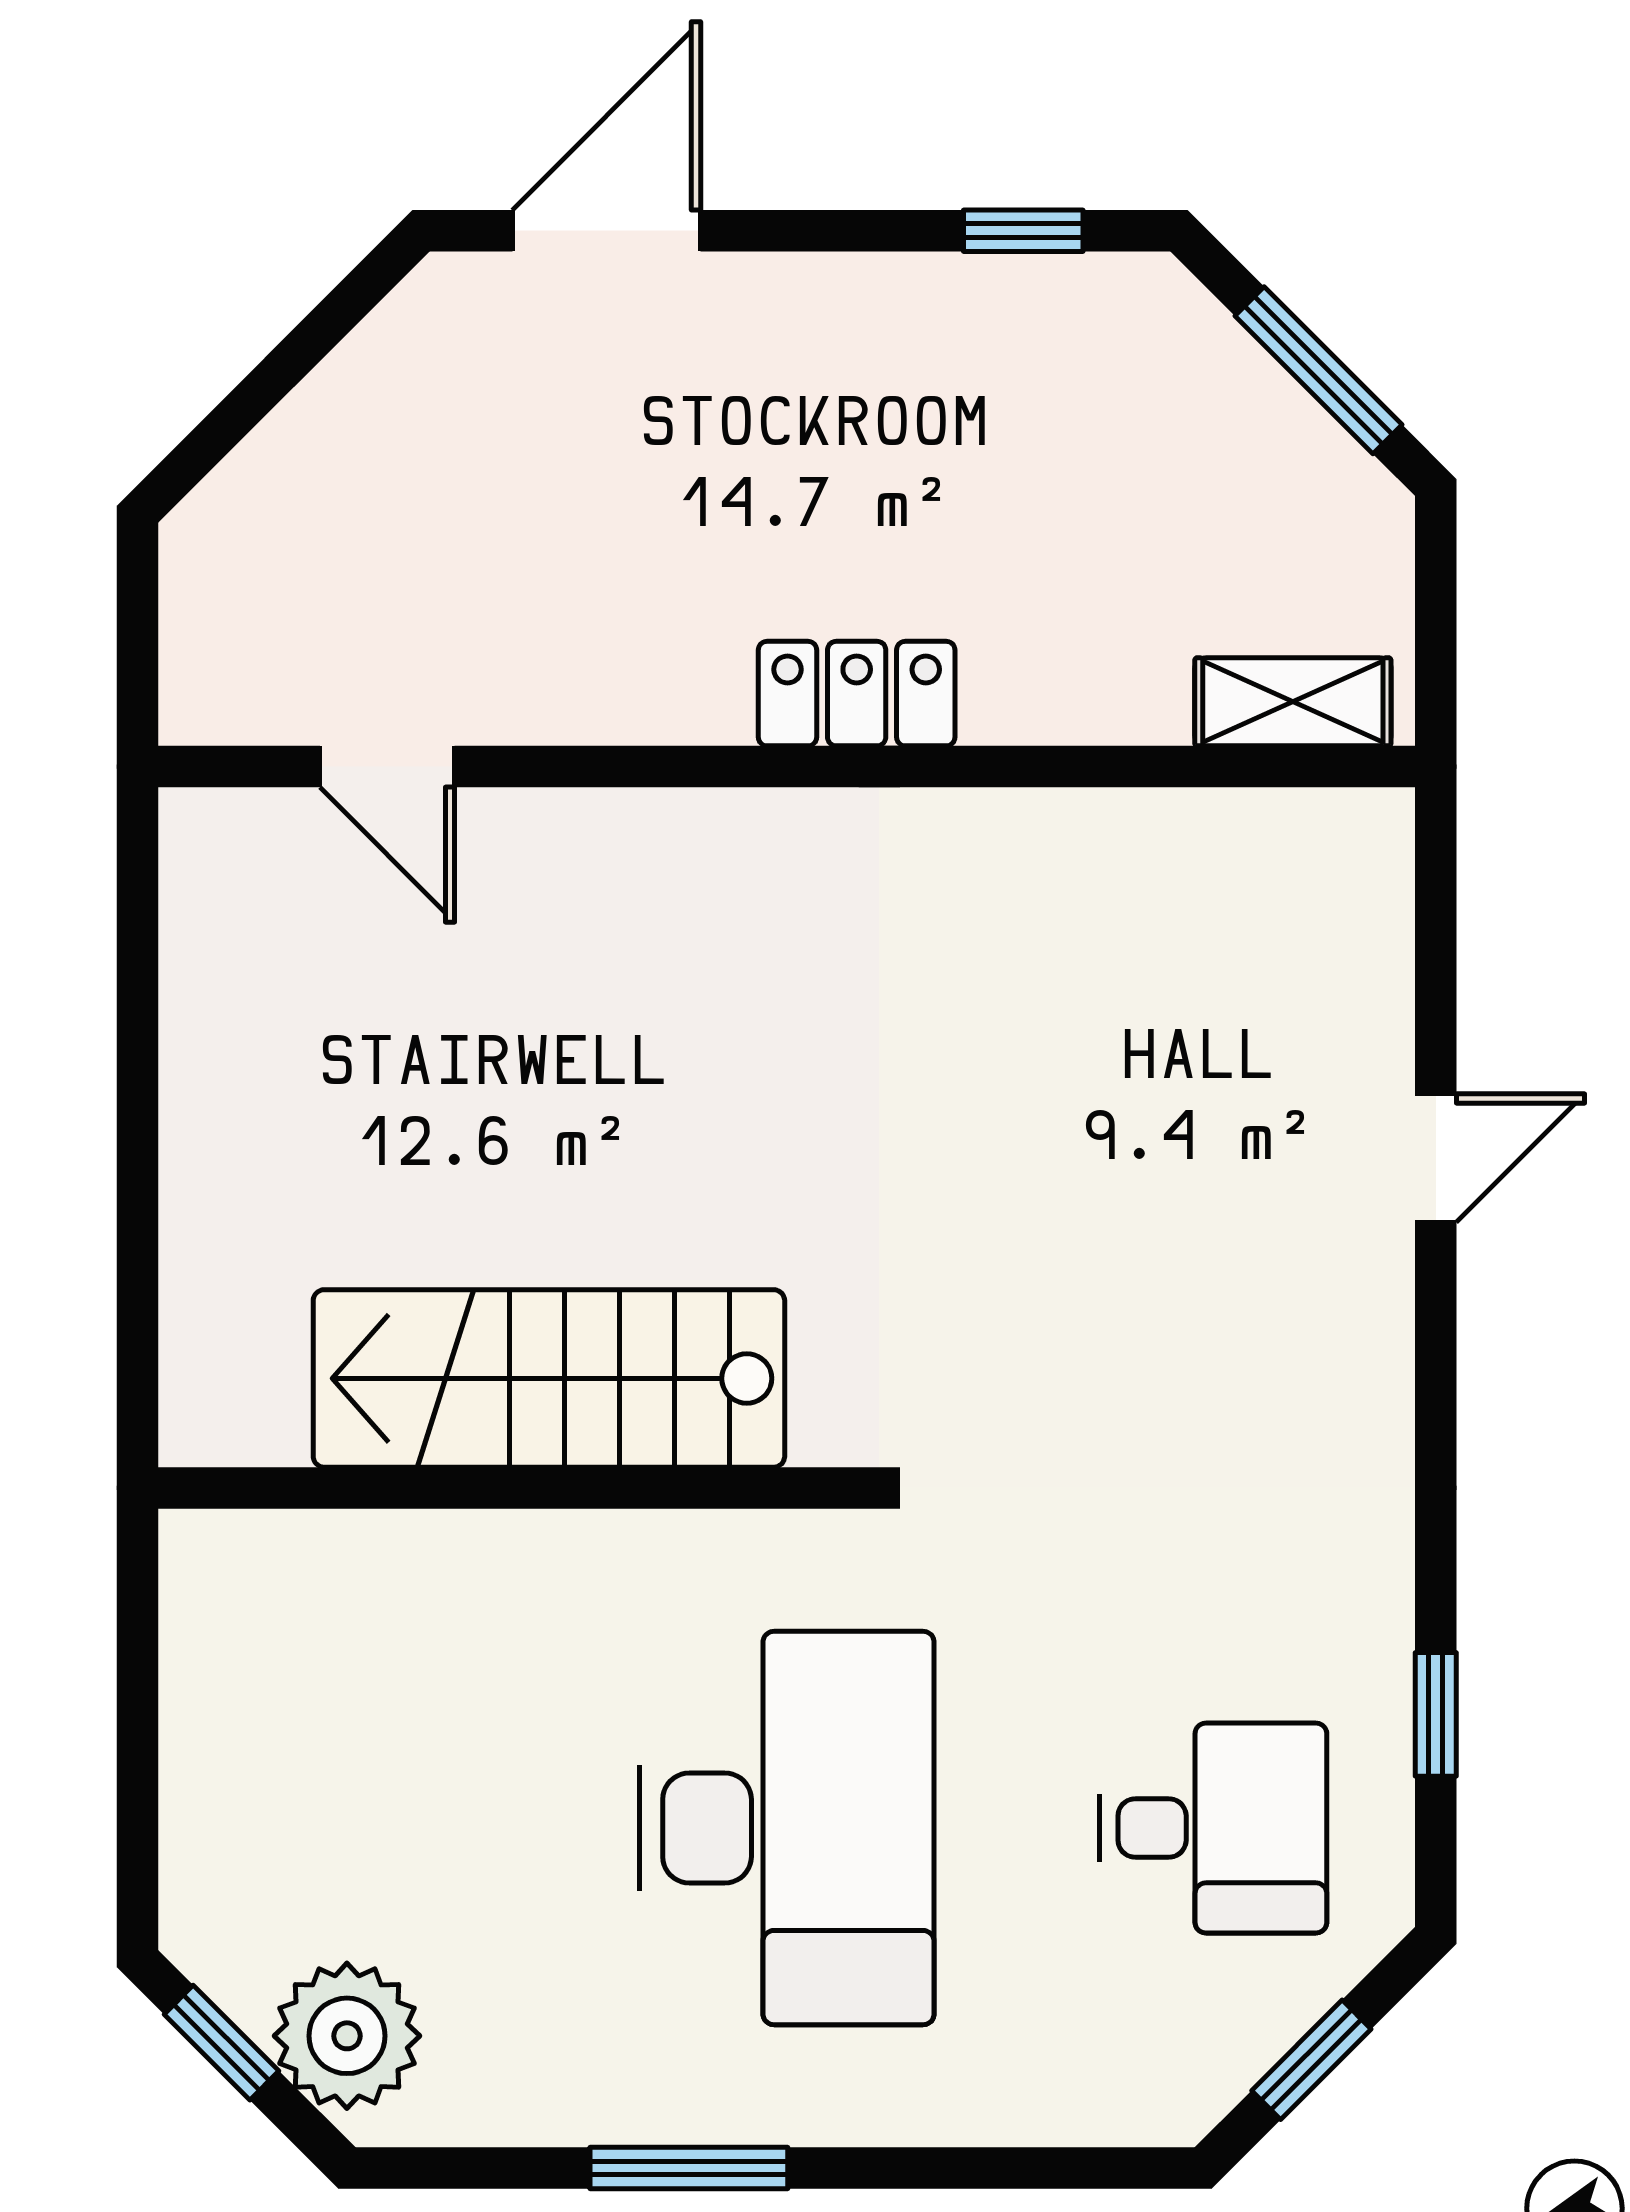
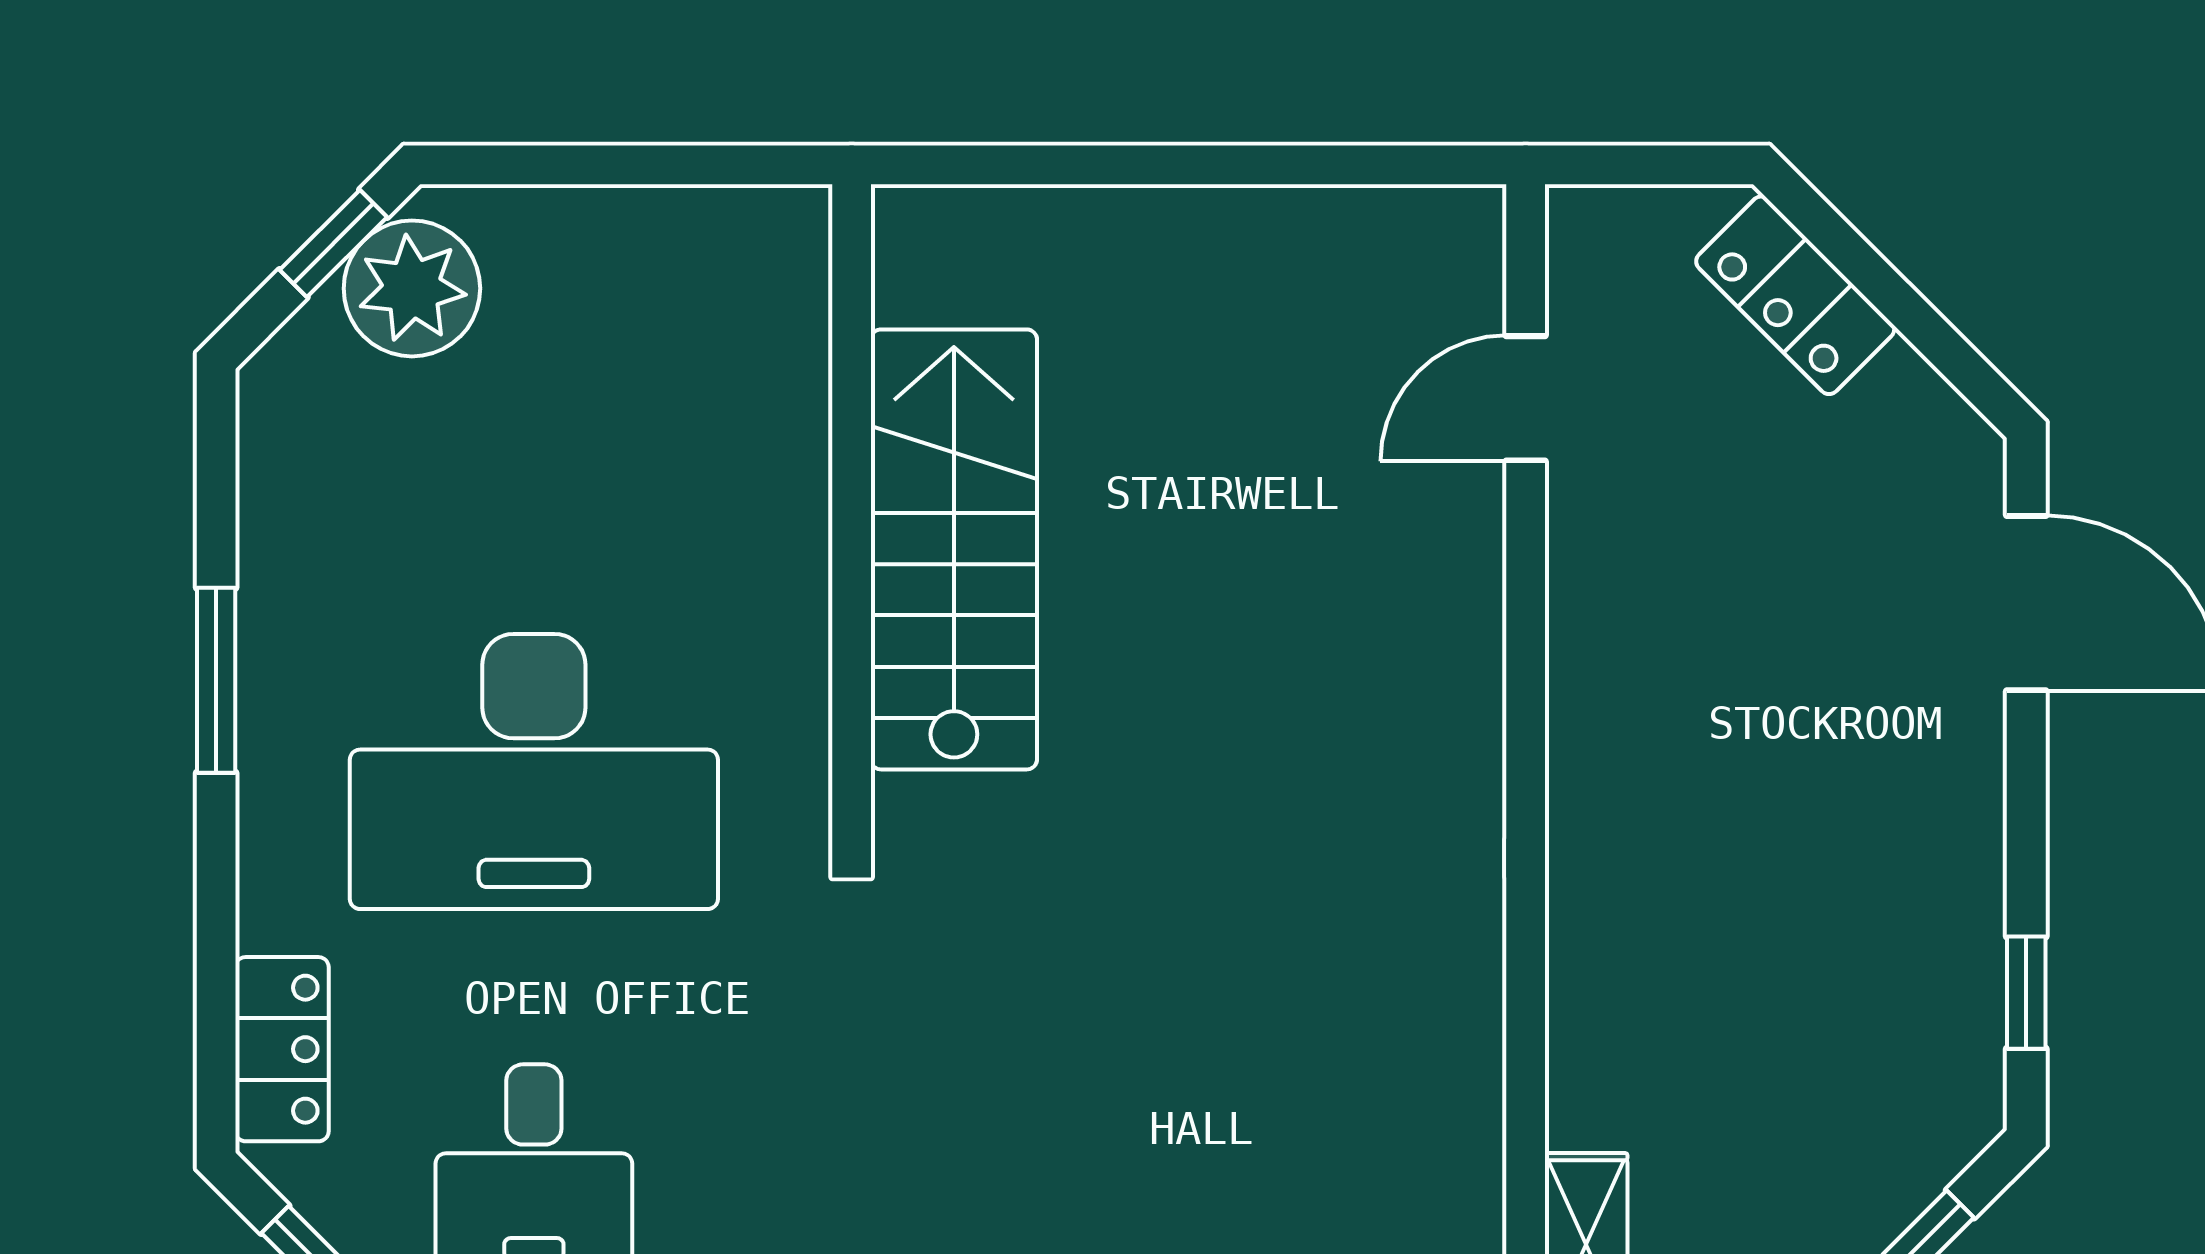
locker: (857, 694) -> (1795, 295), moved, turned 135
plant: (347, 2036) -> (412, 288), moved
locker: (1084, 2098) -> (282, 1049), added

